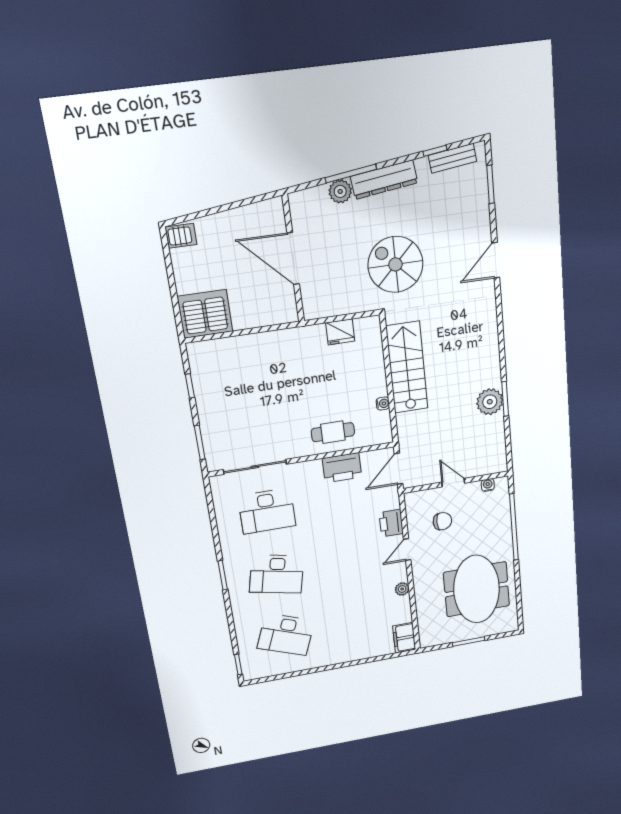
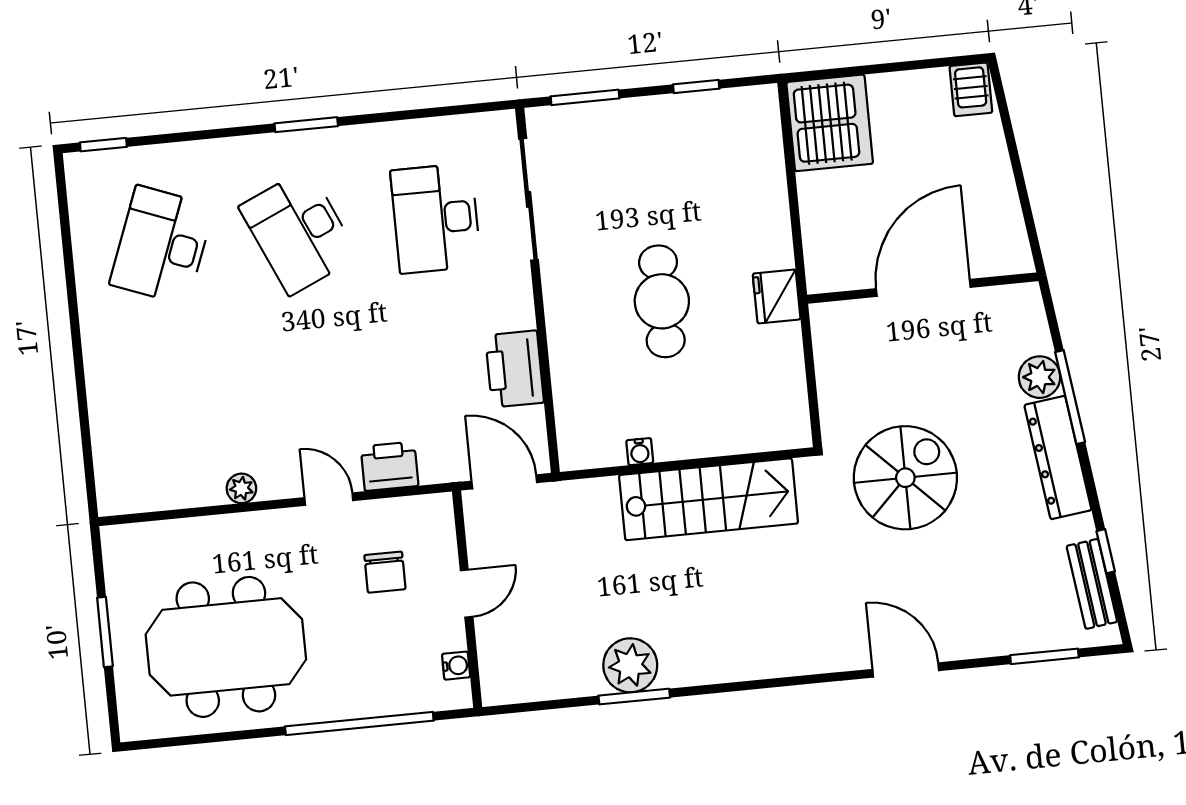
fridge: (340, 332) -> (777, 296), moved
cafe table: (333, 432) -> (662, 301), moved, width x1.37, depth x1.35
desk: (277, 574) -> (299, 232), turned -36
filing cabinet: (404, 638) -> (128, 493), removed

